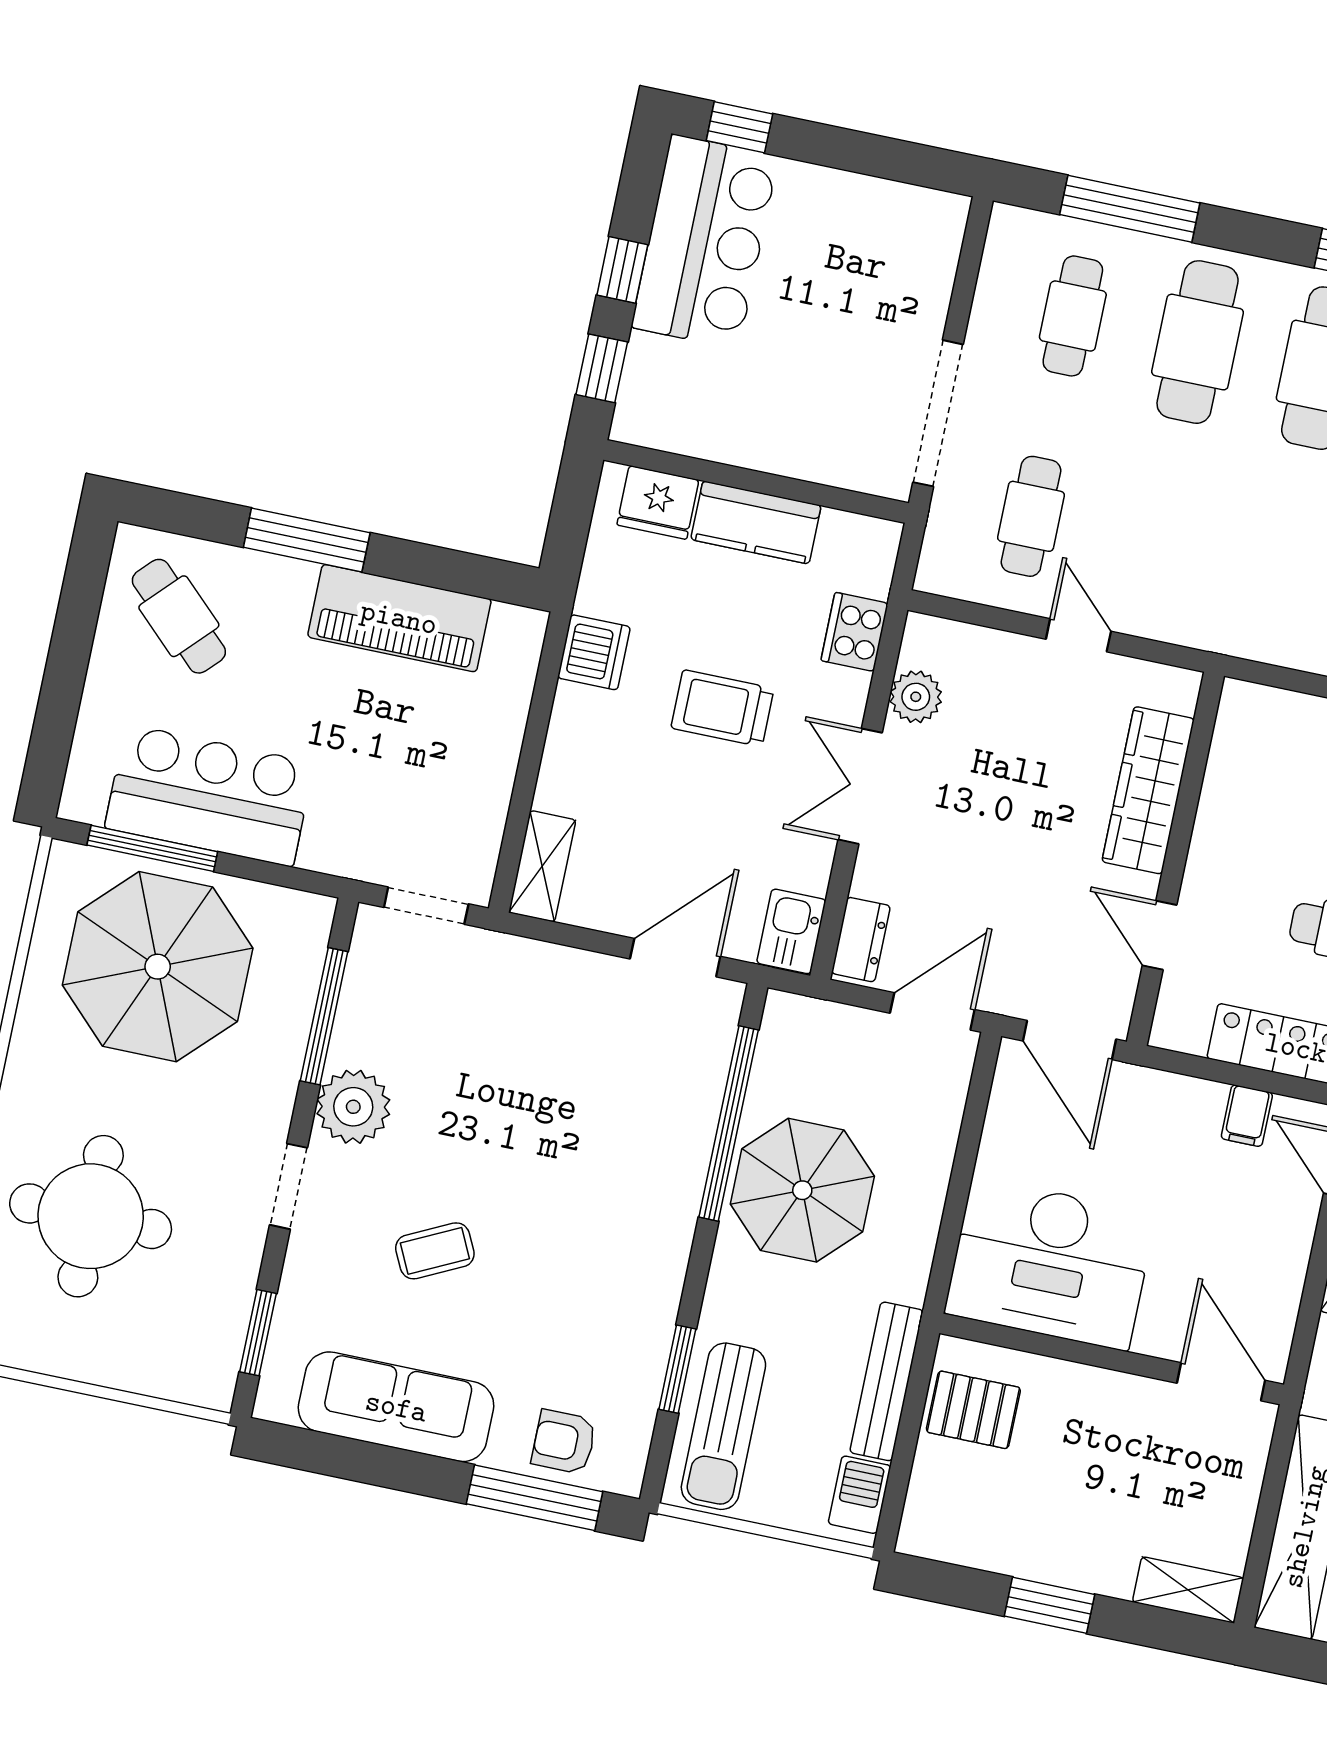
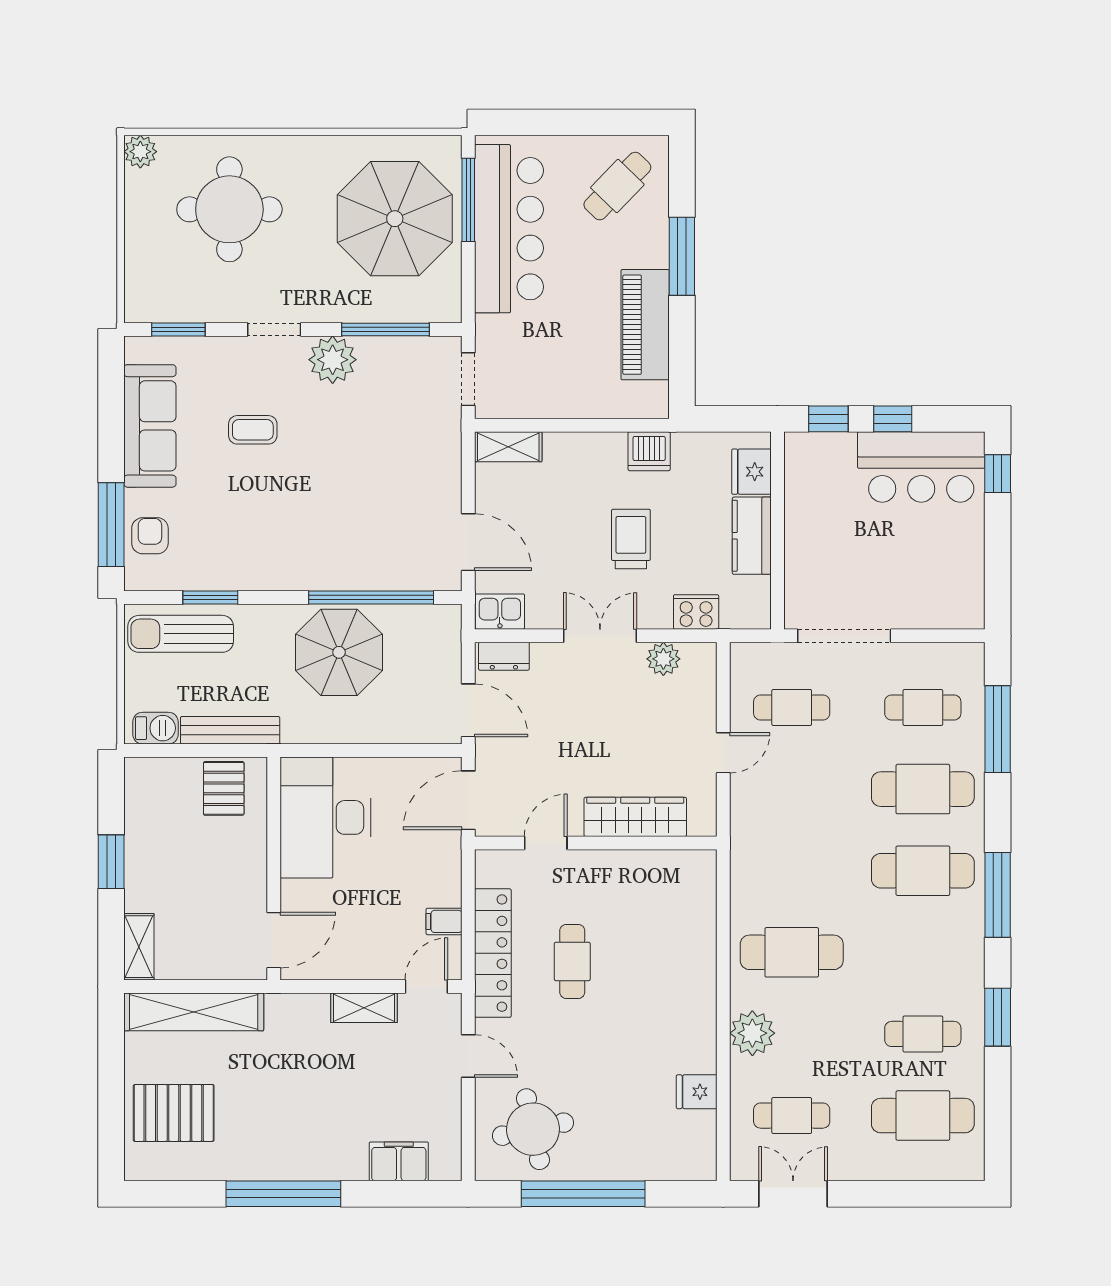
bar counter: (209, 795) -> (509, 229), width x1.36
coffee table: (435, 1251) -> (253, 430), turned -64

